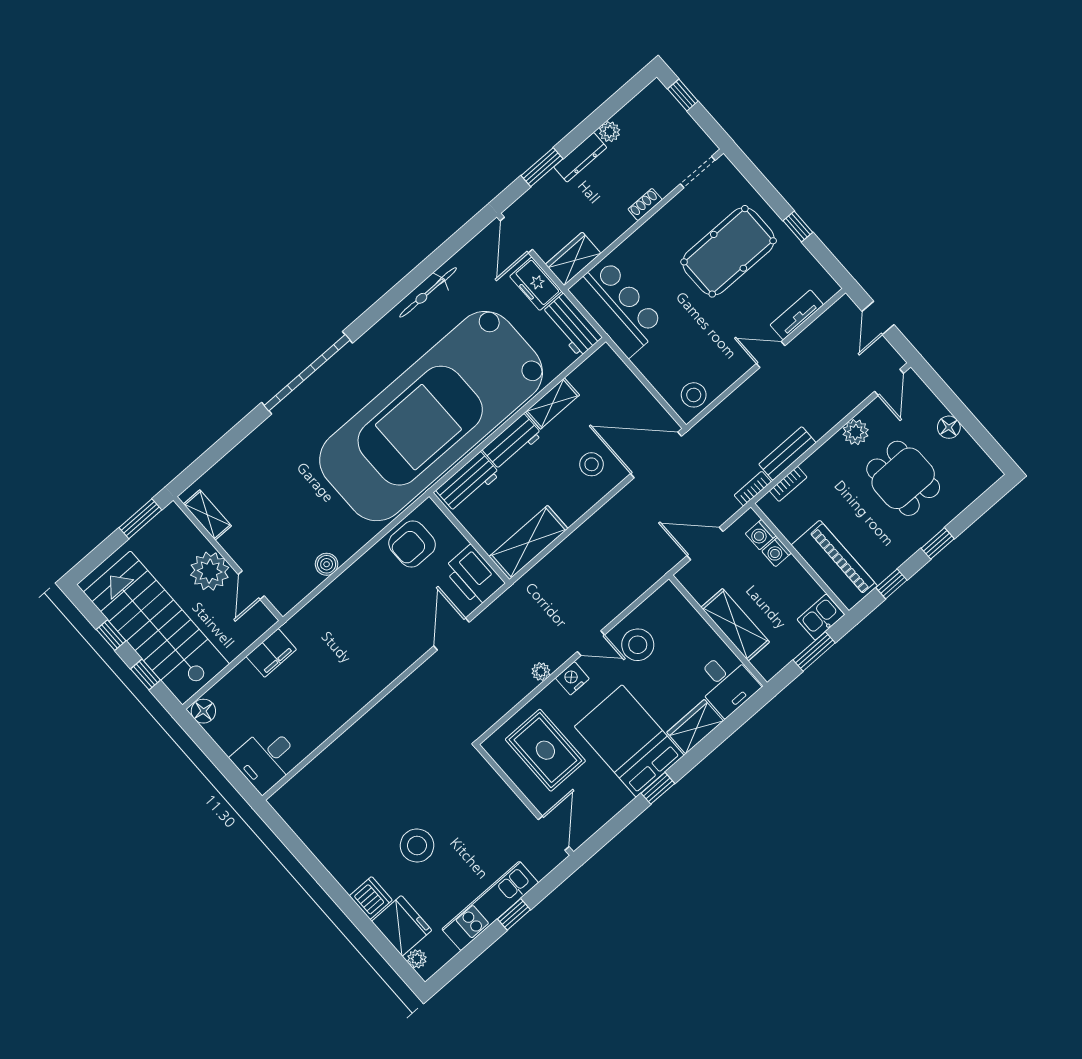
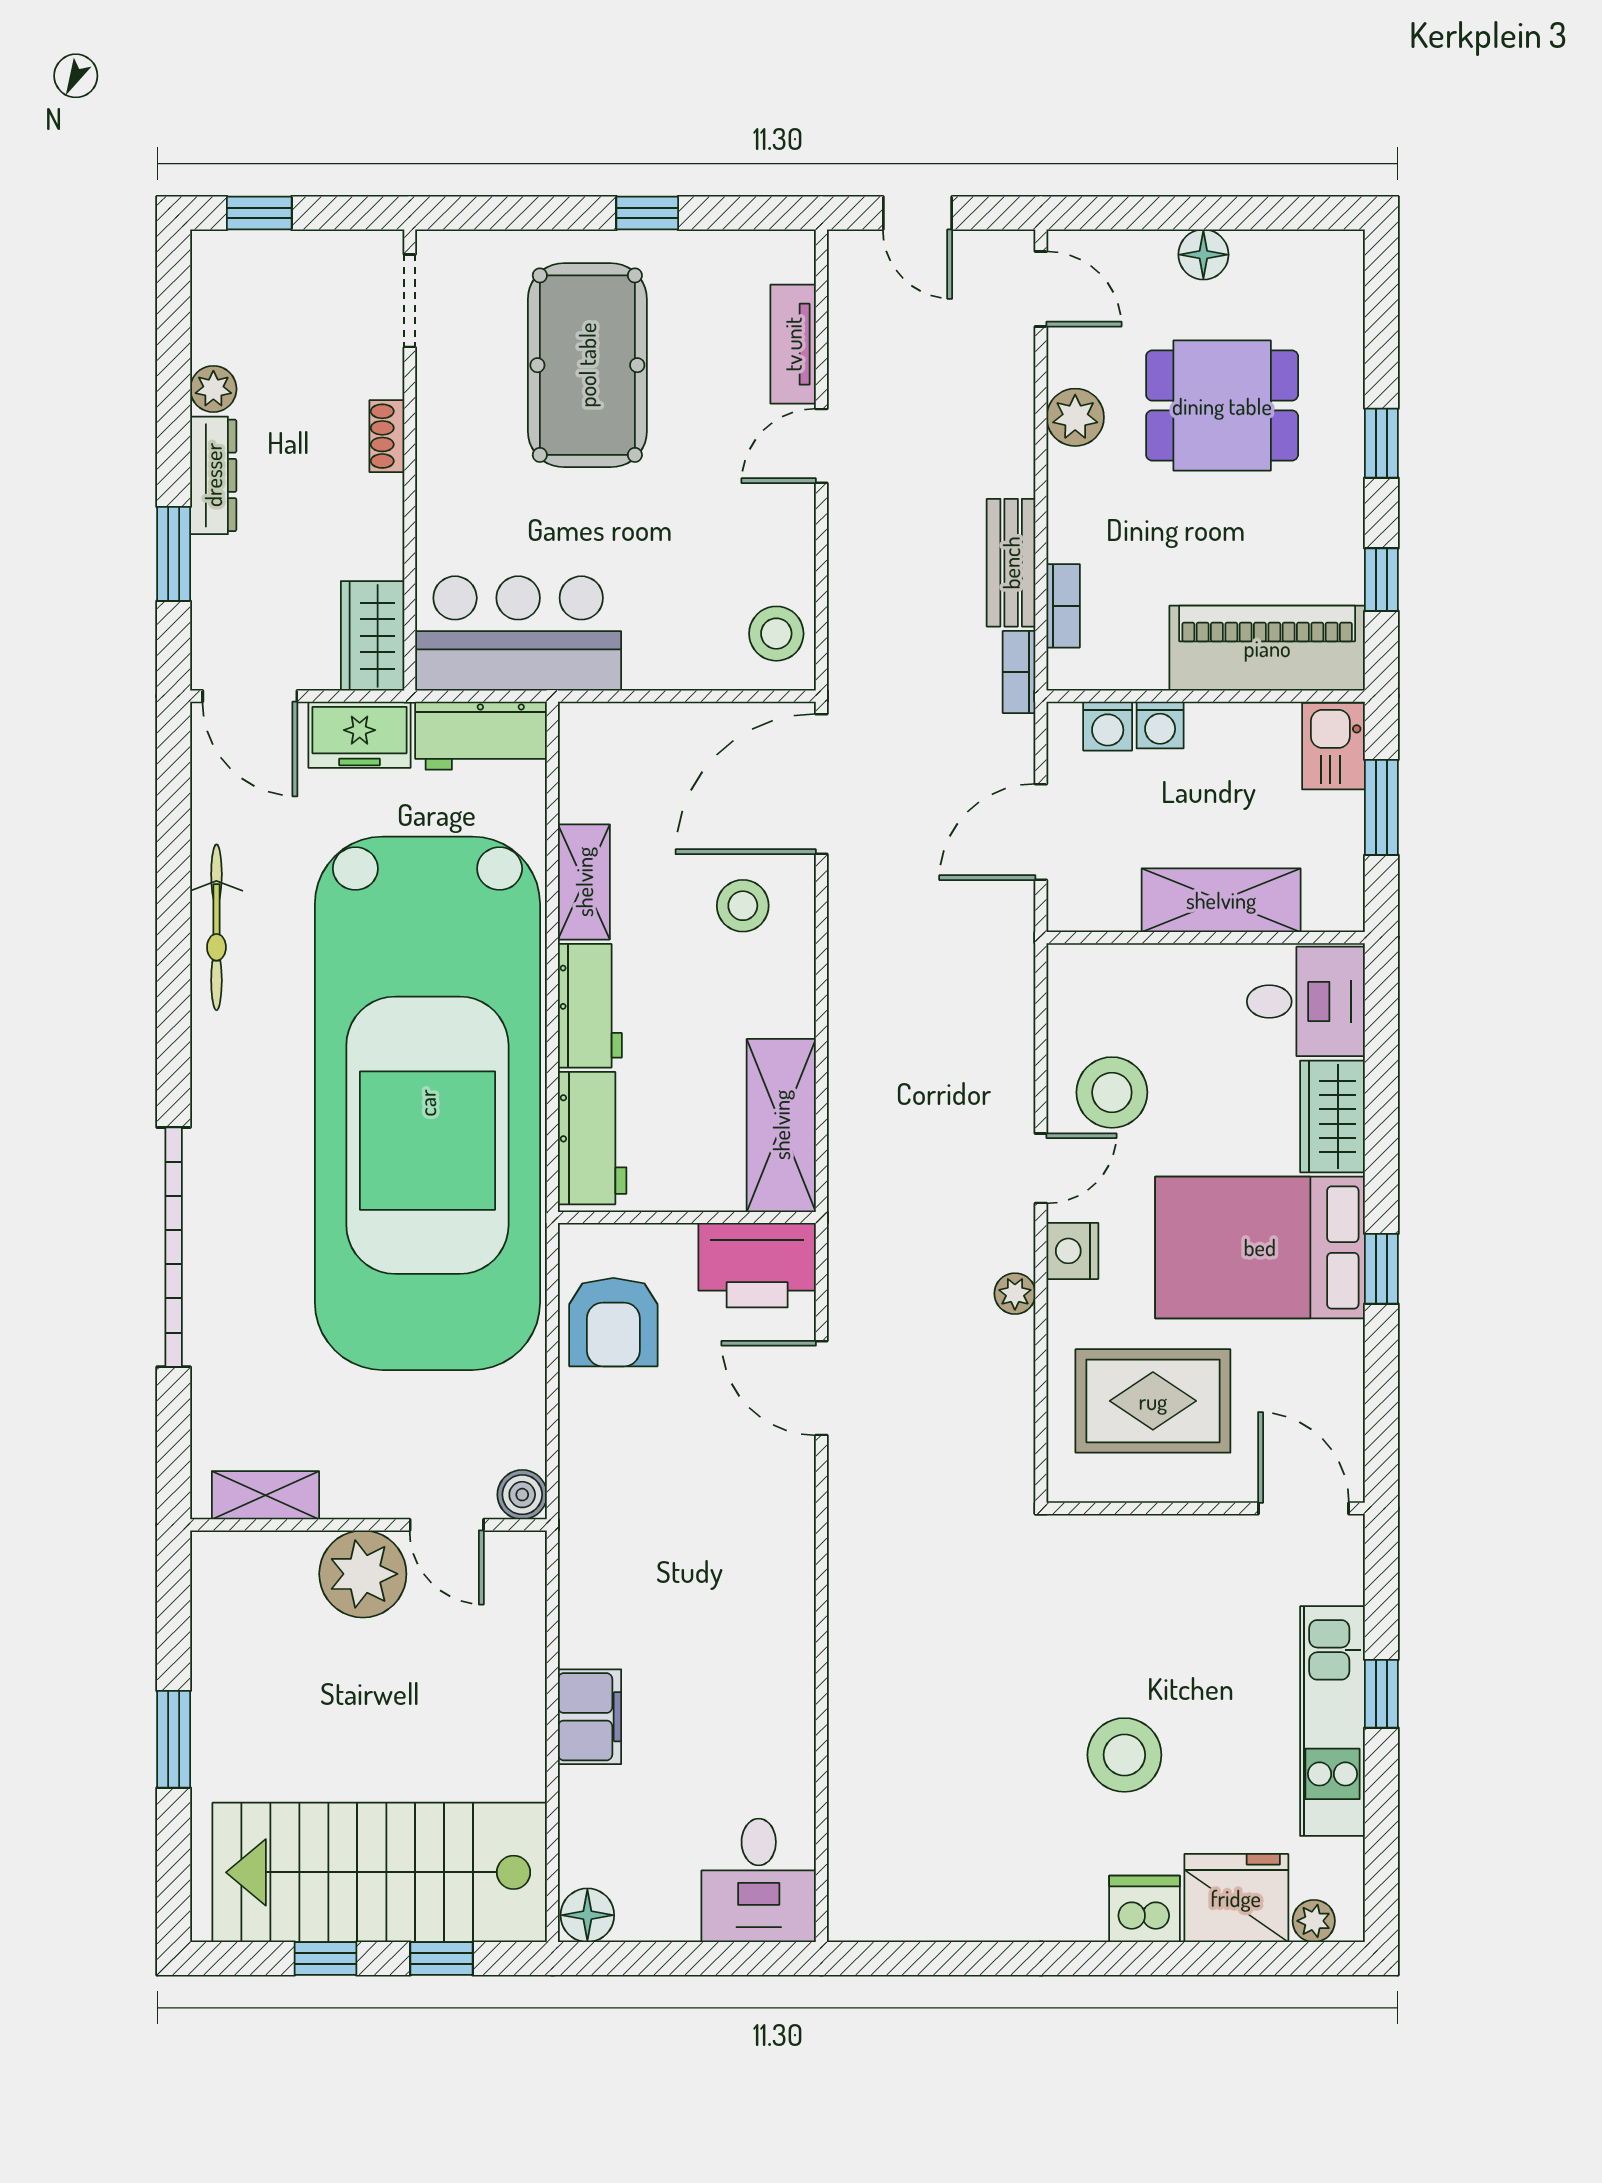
shelving: (207, 515) -> (265, 1495), moved
wall: (228, 559) -> (369, 1525), moved
plant: (210, 571) -> (363, 1574), moved
door: (251, 585) -> (447, 1525), moved

